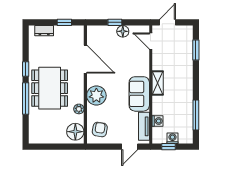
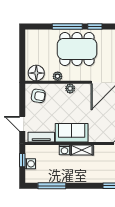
plant: (96, 96) -> (70, 88), width x0.53, depth x0.53
washing machine: (158, 121) -> (64, 150), moved

